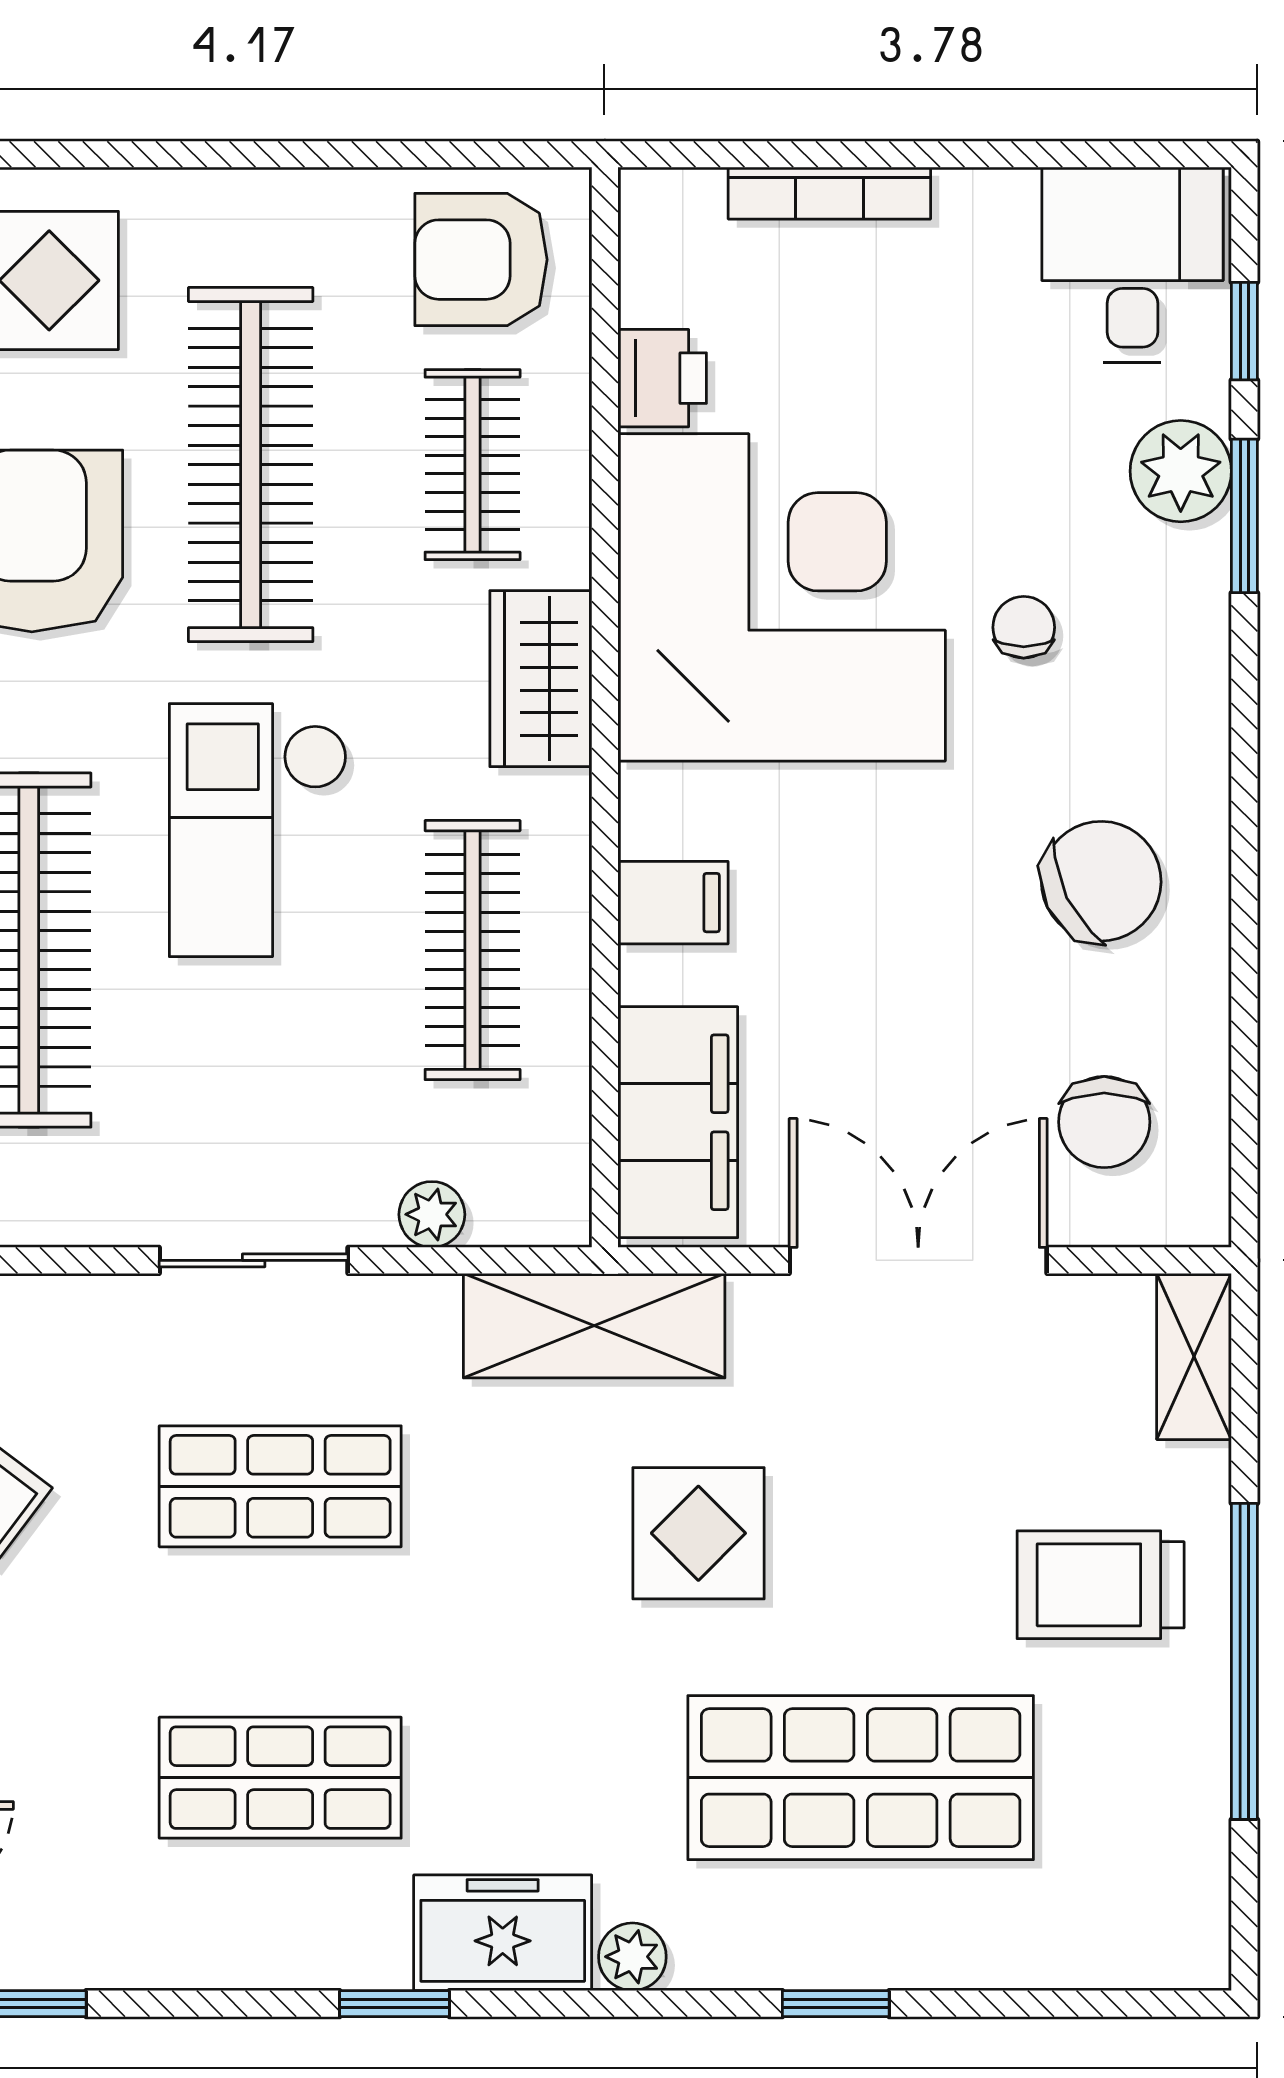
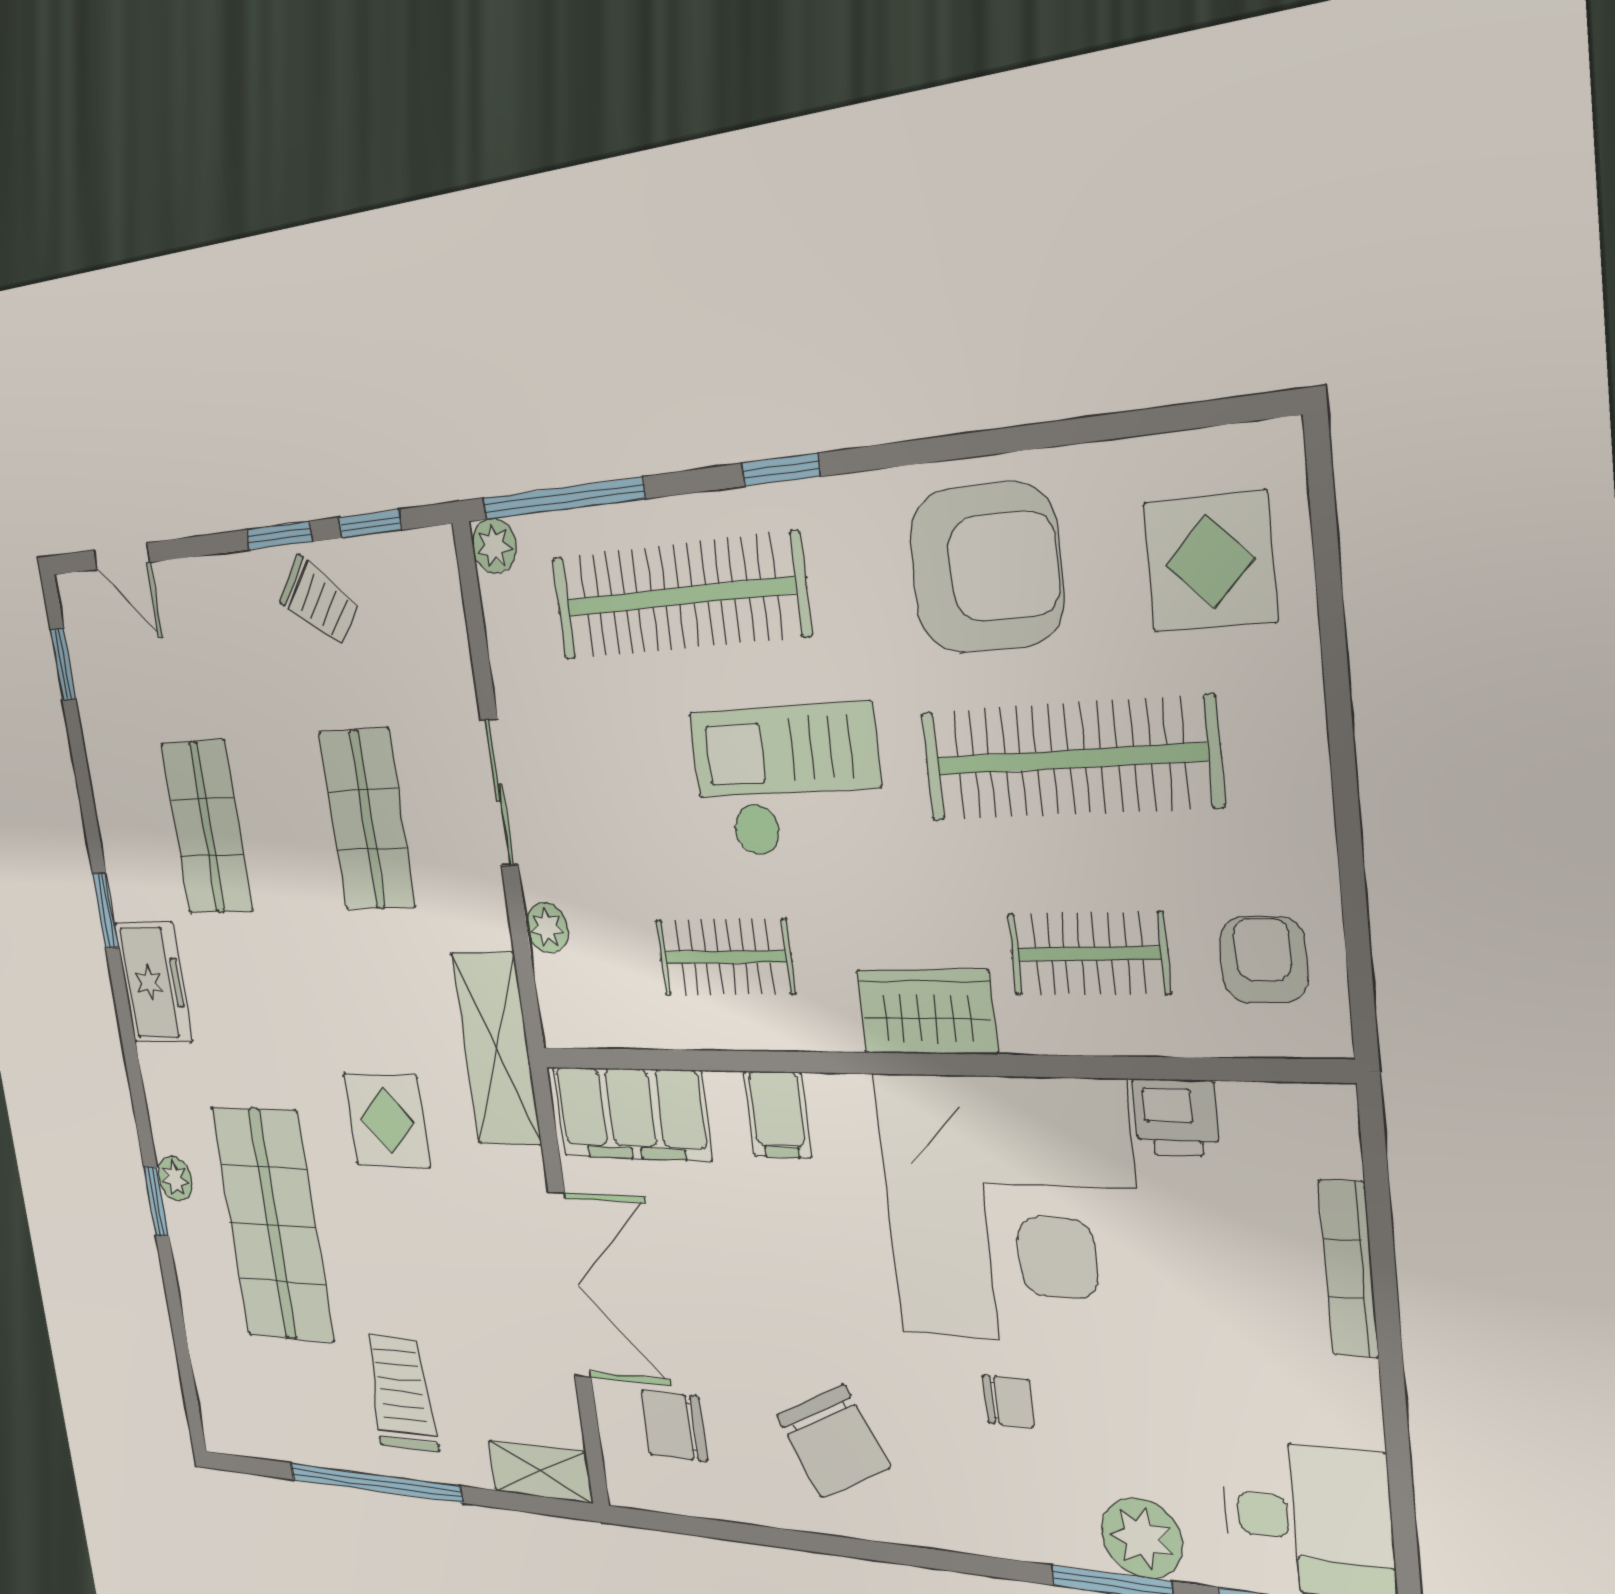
armchair: (481, 260) -> (1264, 960), width x0.72, depth x0.72
clothes rail: (473, 950) -> (725, 957), width x0.73
plant: (632, 1957) -> (175, 1179), moved

